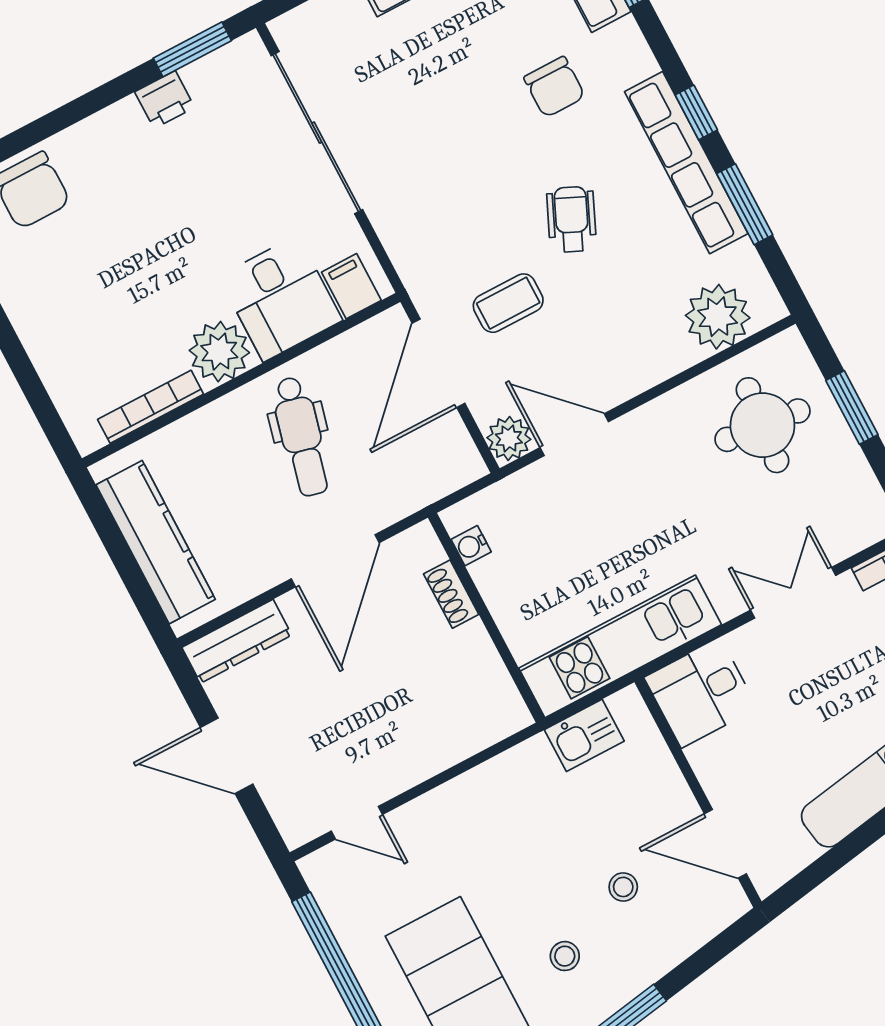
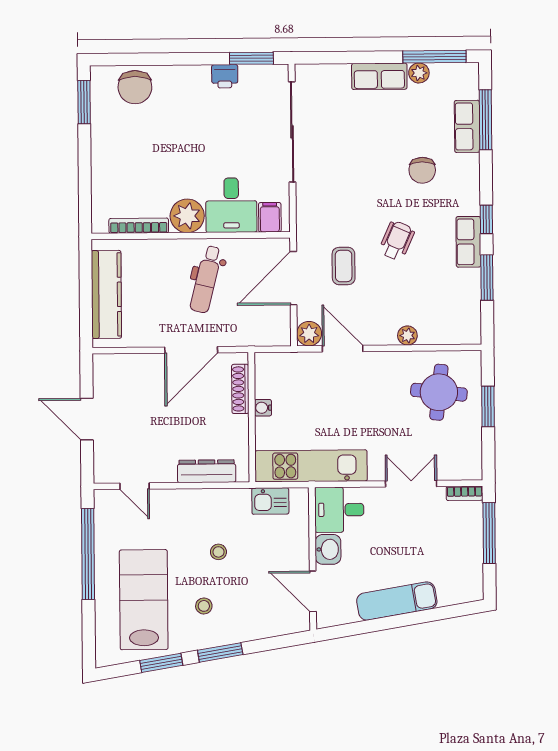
row of seats: (686, 163) -> (468, 242), width x0.50
coffee table: (508, 303) -> (344, 266), turned 90
plant: (718, 317) -> (407, 335), moved, width x0.53, depth x0.53
water cooler: (471, 546) -> (263, 408), moved
shoe rack: (451, 594) -> (240, 389), width x1.43
dresser: (237, 641) -> (207, 471), moved, turned 180
washbasin: (715, 765) -> (328, 549), added
stool: (623, 887) -> (218, 552), moved

